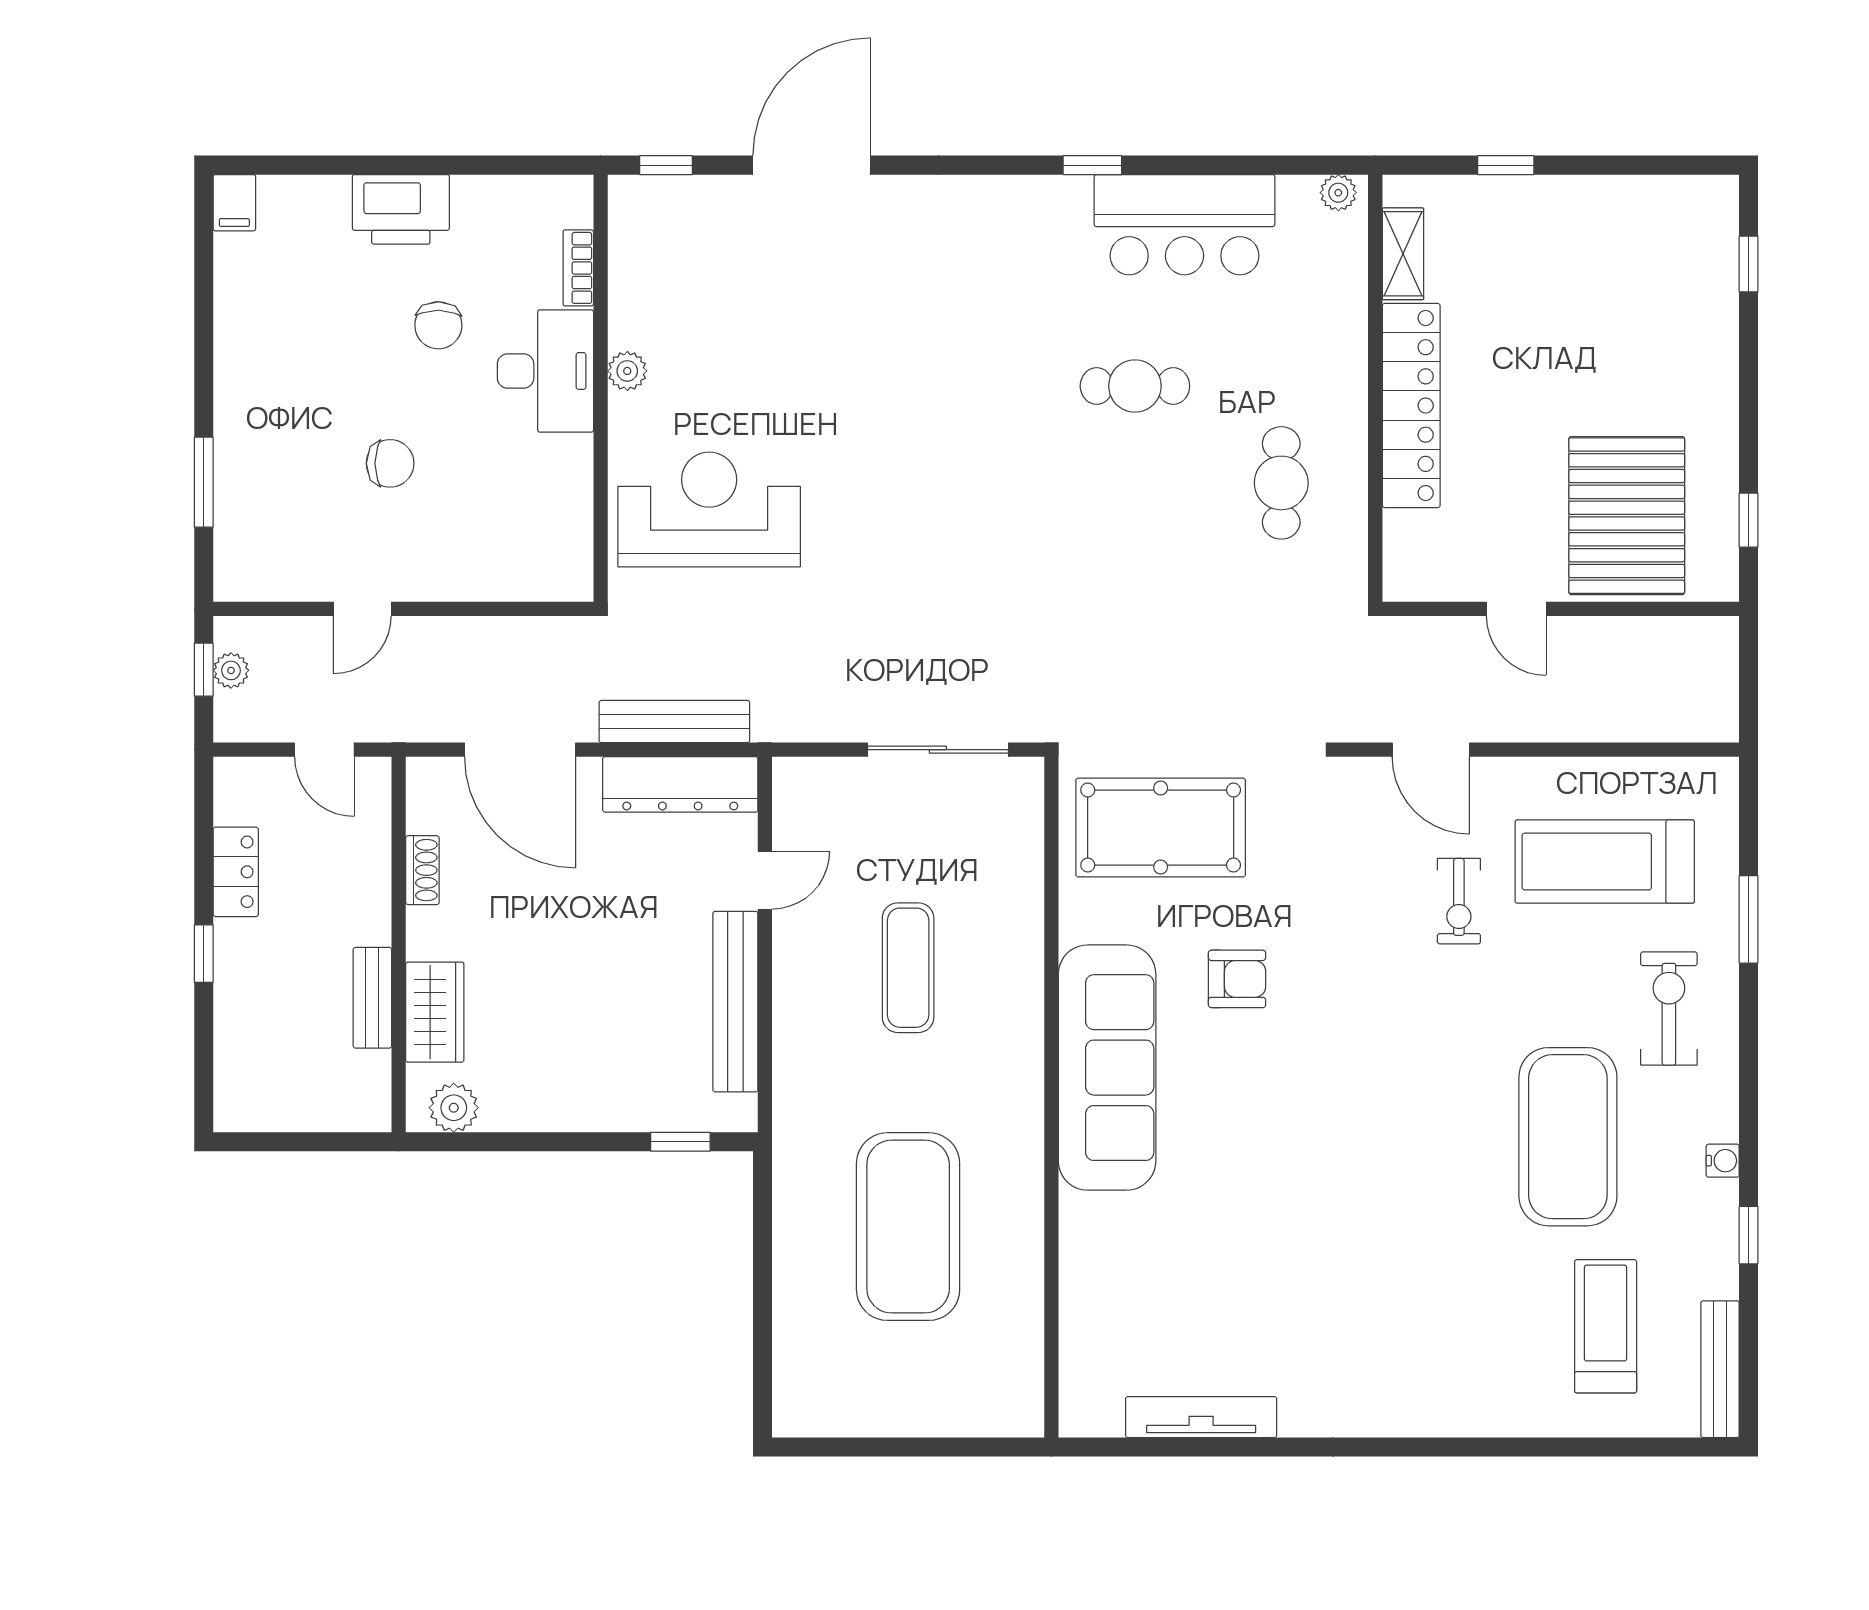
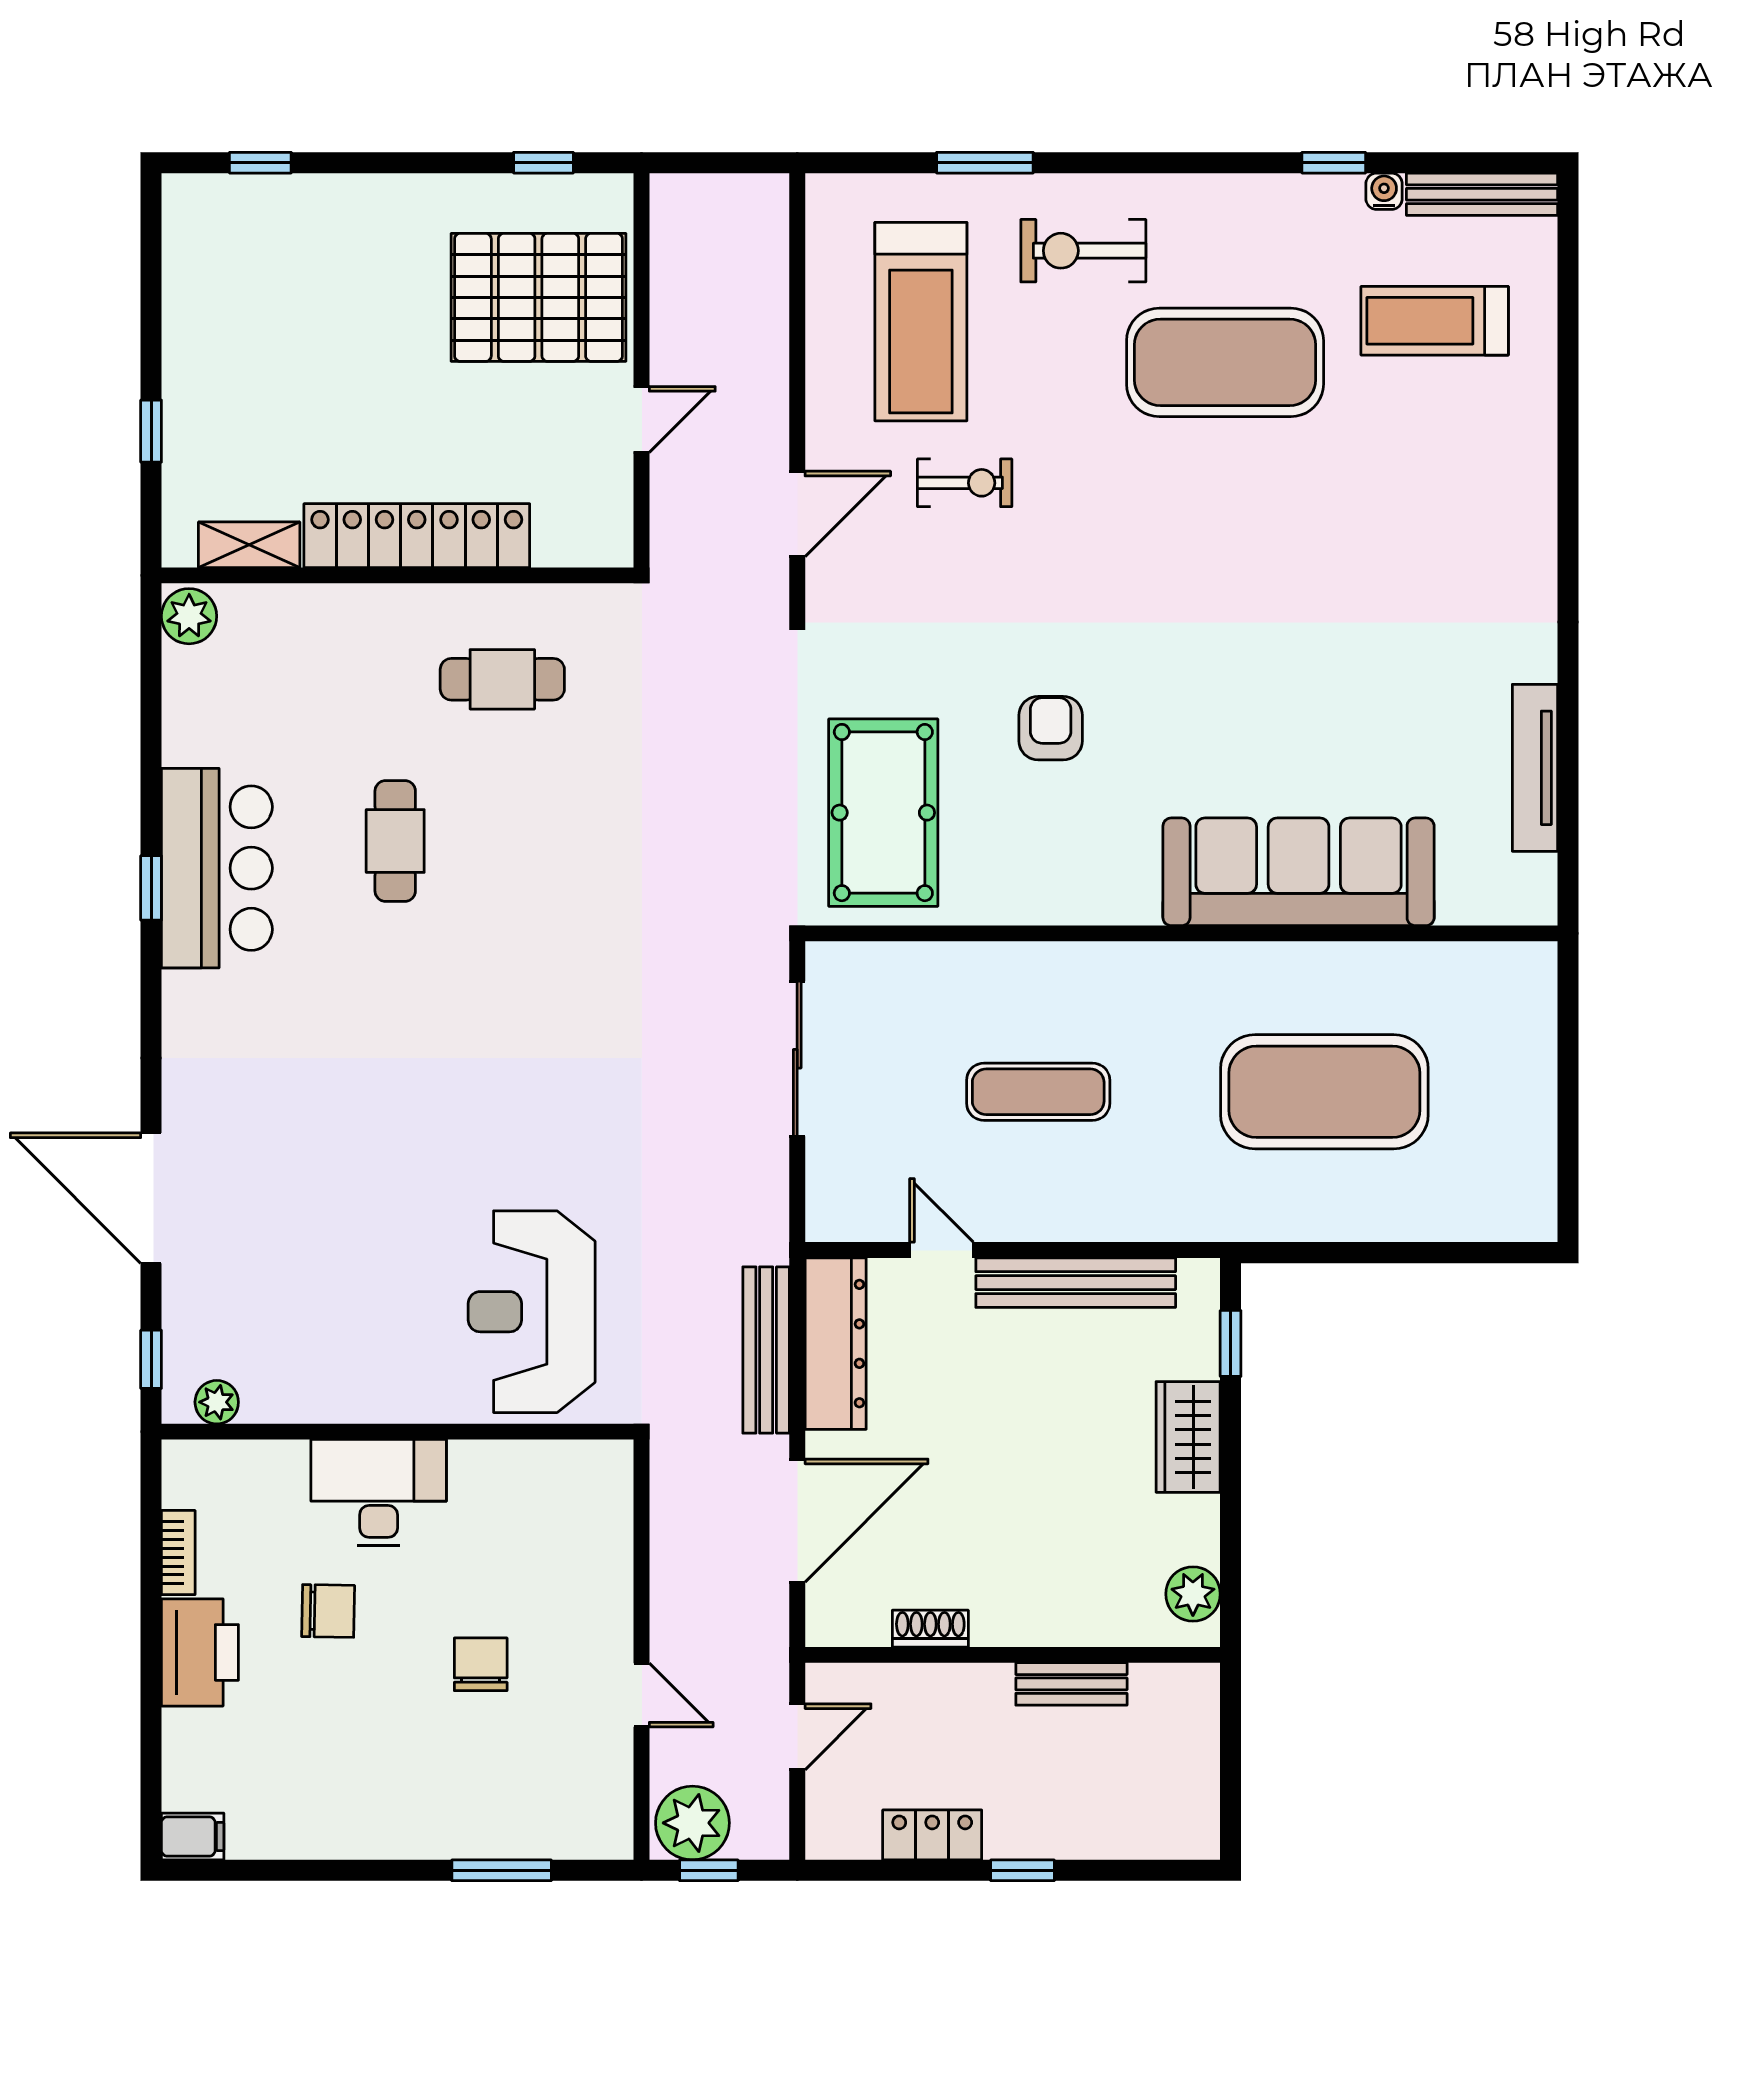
plant: (1338, 193) -> (189, 616), width x1.38, depth x1.38
bar counter: (1184, 225) -> (217, 868), moved
bookcase: (578, 268) -> (178, 1553), moved, turned -90
plant: (627, 371) -> (217, 1402), moved
plant: (231, 670) -> (692, 1823), width x1.87, depth x1.87
wardrobe: (435, 1012) -> (1188, 1437), moved, turned -90
sofa: (1107, 1068) -> (1299, 872), moved
water cooler: (1723, 1161) -> (1384, 191), moved

